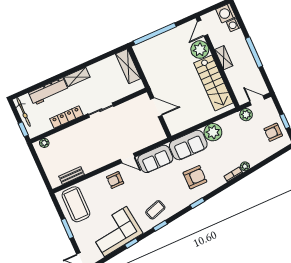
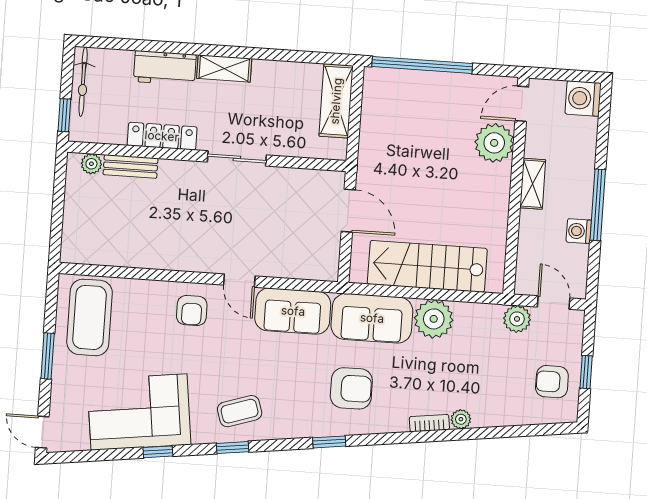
washing machine: (233, 25) -> (579, 231), moved
stairs: (214, 83) -> (427, 266), moved, turned 90
workbench: (48, 91) -> (165, 68), width x0.73
bench: (72, 175) -> (131, 166), moved
armchair: (115, 180) -> (192, 311), turned -90

